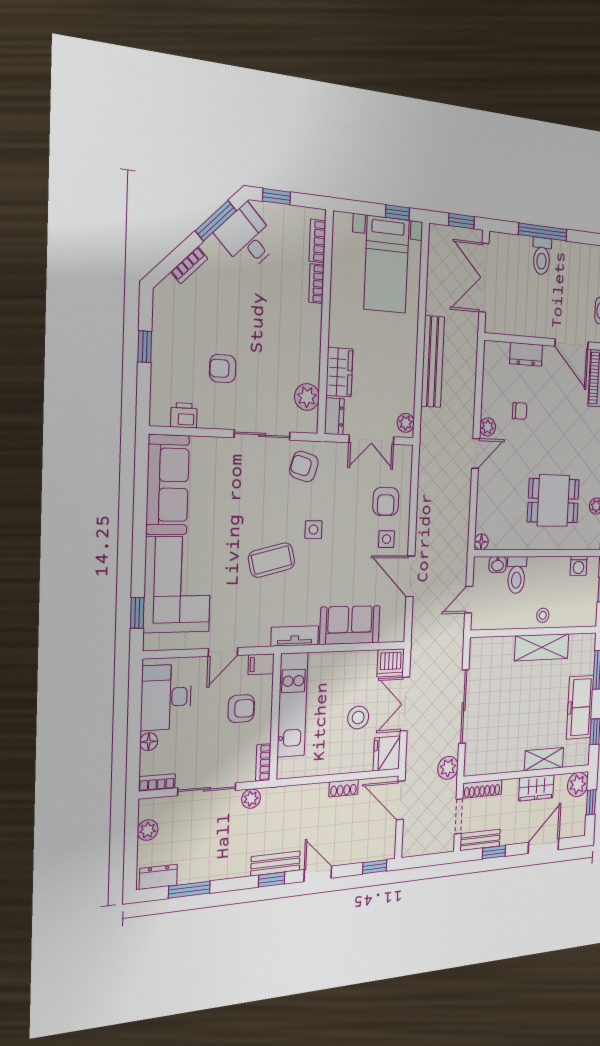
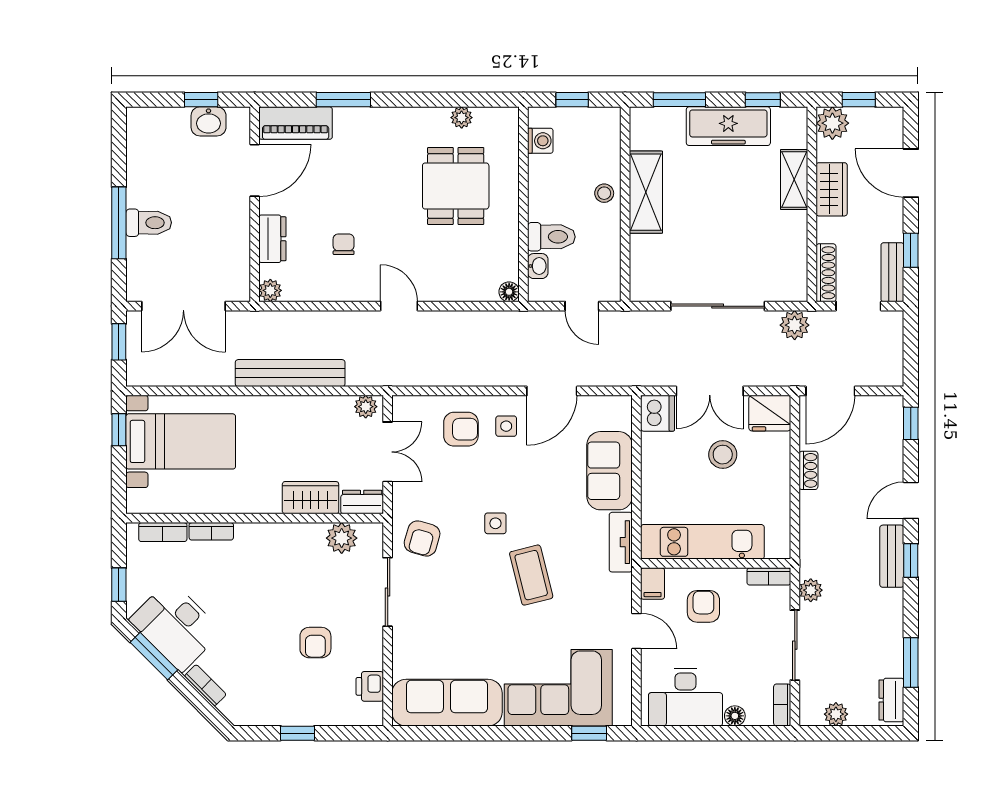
desk: (247, 238) -> (176, 626), width x1.37
plant: (488, 427) -> (270, 290), moved

